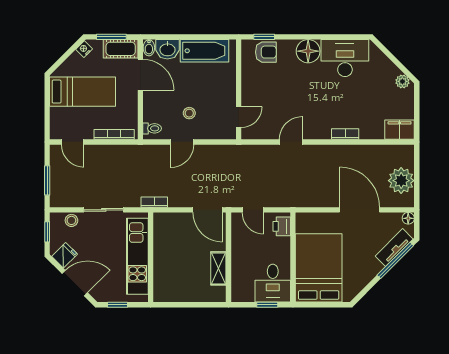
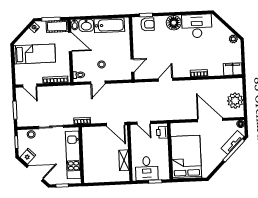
desk: (273, 283) -> (147, 168), moved

